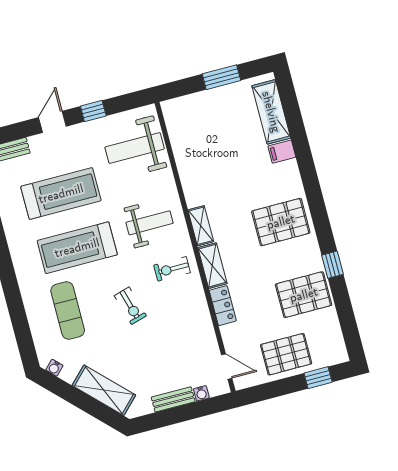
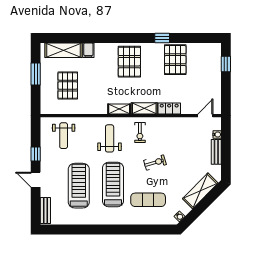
weight bench: (135, 148) -> (64, 136), width x0.73, depth x0.75
treadmill: (77, 248) -> (113, 185), turned 180
pallet: (286, 354) -> (68, 86), moved

